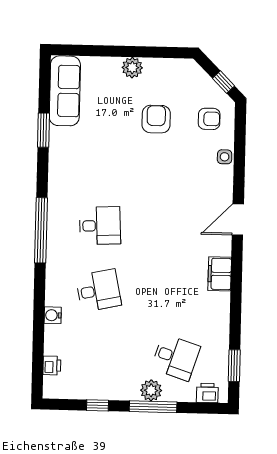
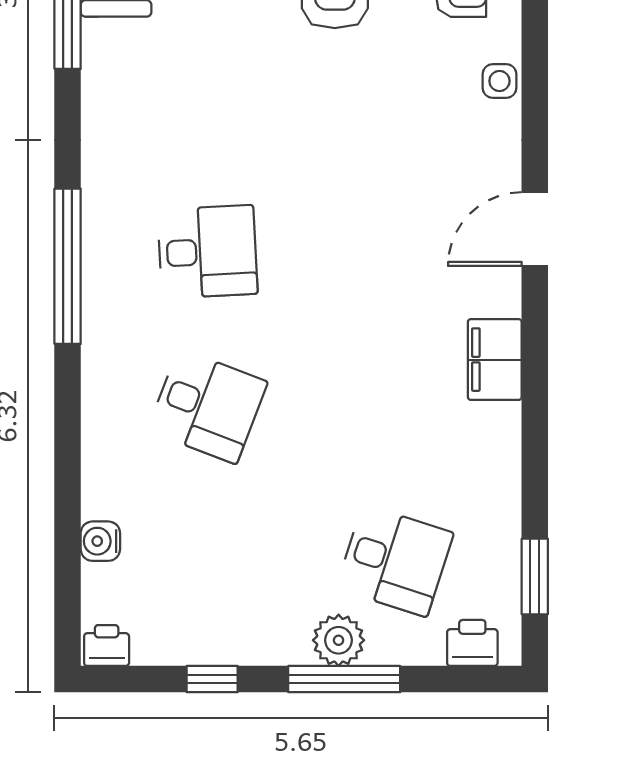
desk: (98, 291) -> (208, 406), turned 33
water cooler: (53, 315) -> (100, 541), moved
printer: (52, 365) -> (107, 645), moved, turned -90

